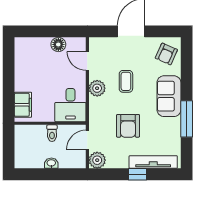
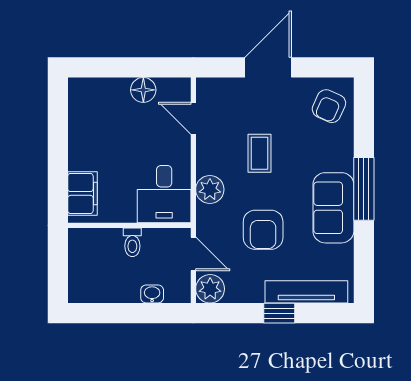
plant: (97, 88) -> (210, 189), moved
sofa: (169, 96) -> (333, 208), moved
window: (187, 119) -> (364, 189), moved
door: (87, 140) -> (193, 254), swing flipped
washbasin: (51, 163) -> (152, 294), moved

